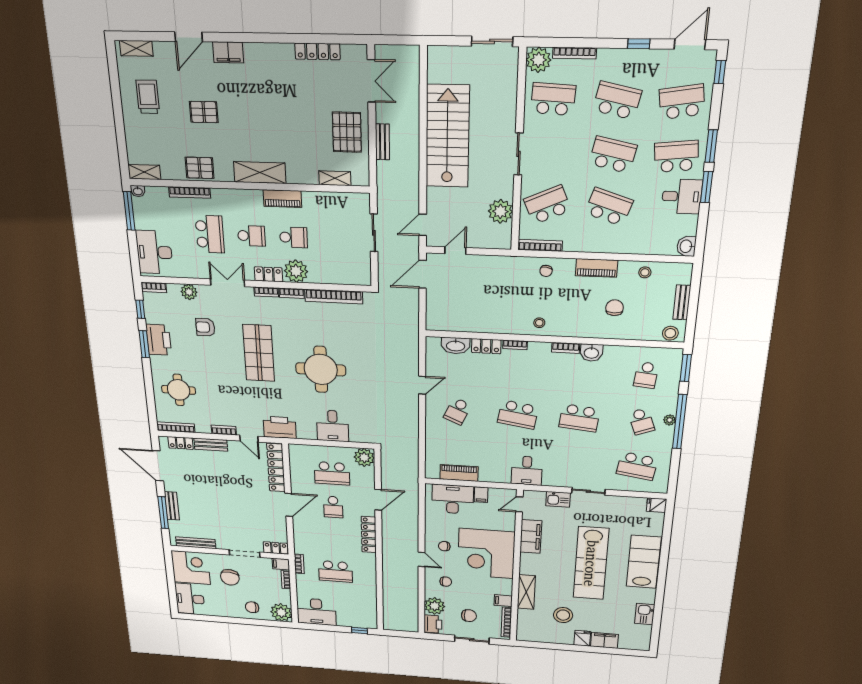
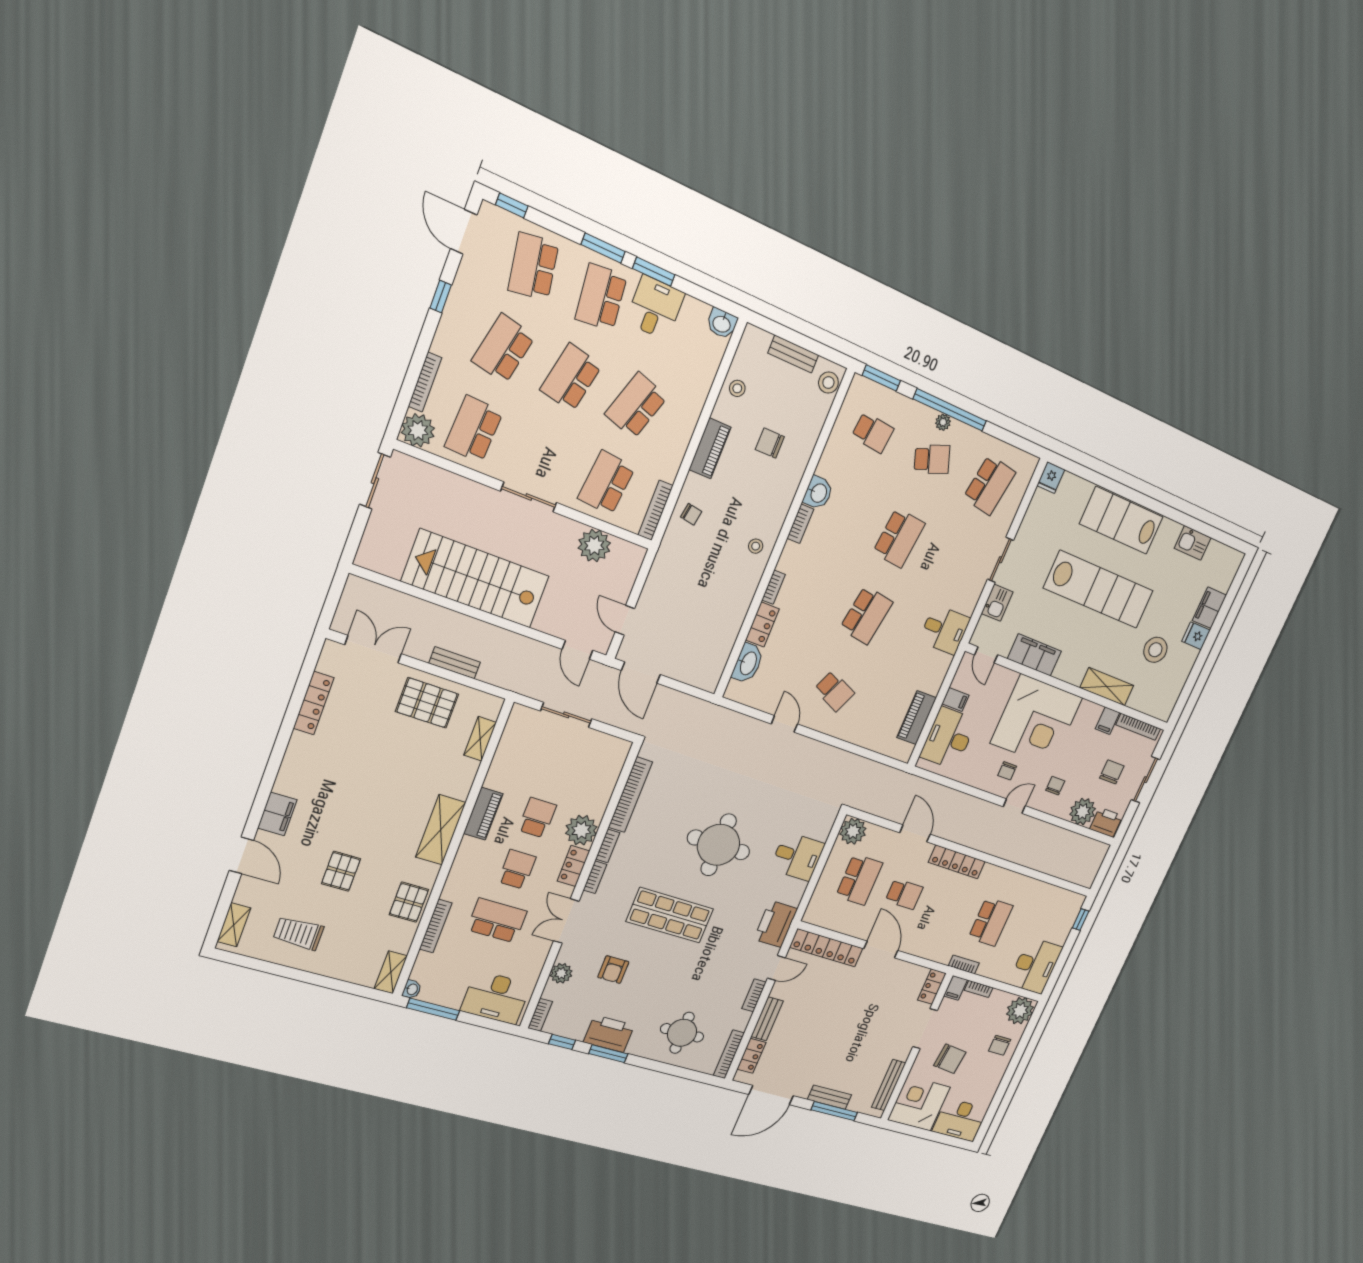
school desk: (547, 205) -> (606, 483), turned 30

